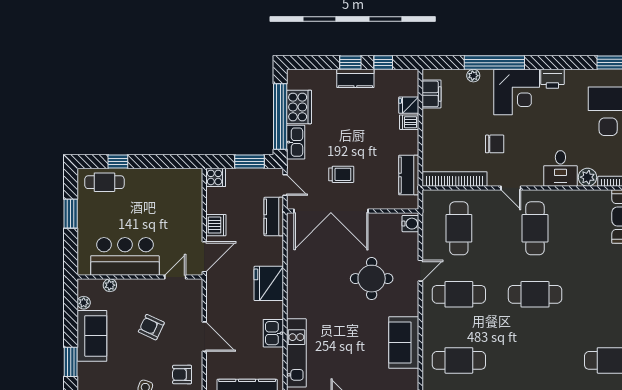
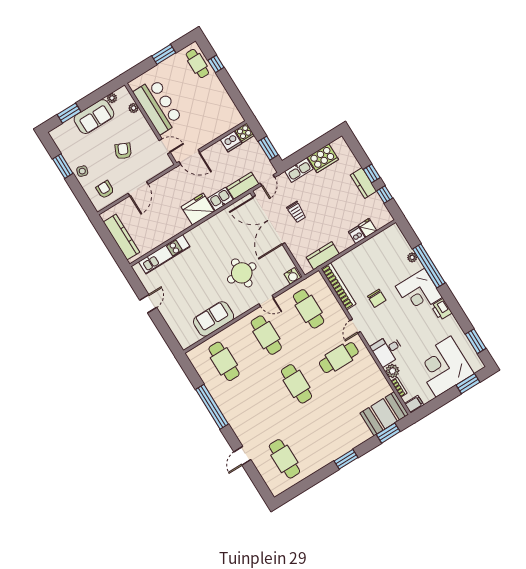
filing cabinet: (431, 94) -> (384, 238), removed
window: (280, 117) -> (309, 150), removed
dishwasher: (216, 225) -> (231, 141), moved
cafe table: (459, 228) -> (309, 309), turned 90
kitchen sink: (273, 333) -> (220, 199), moved

